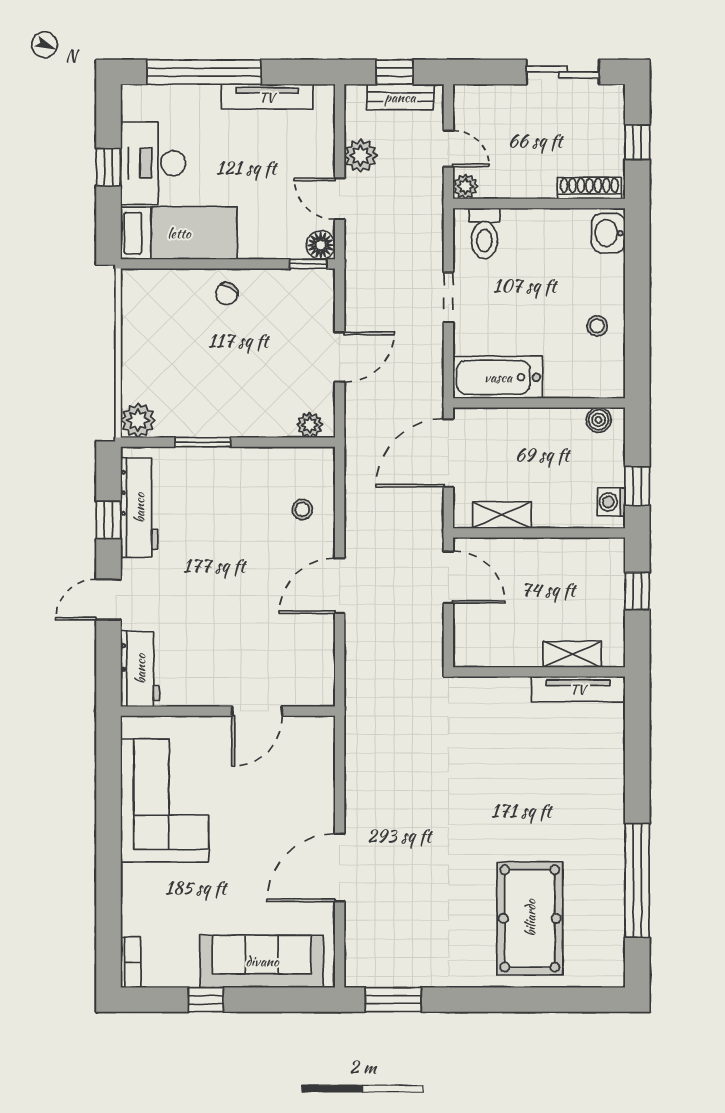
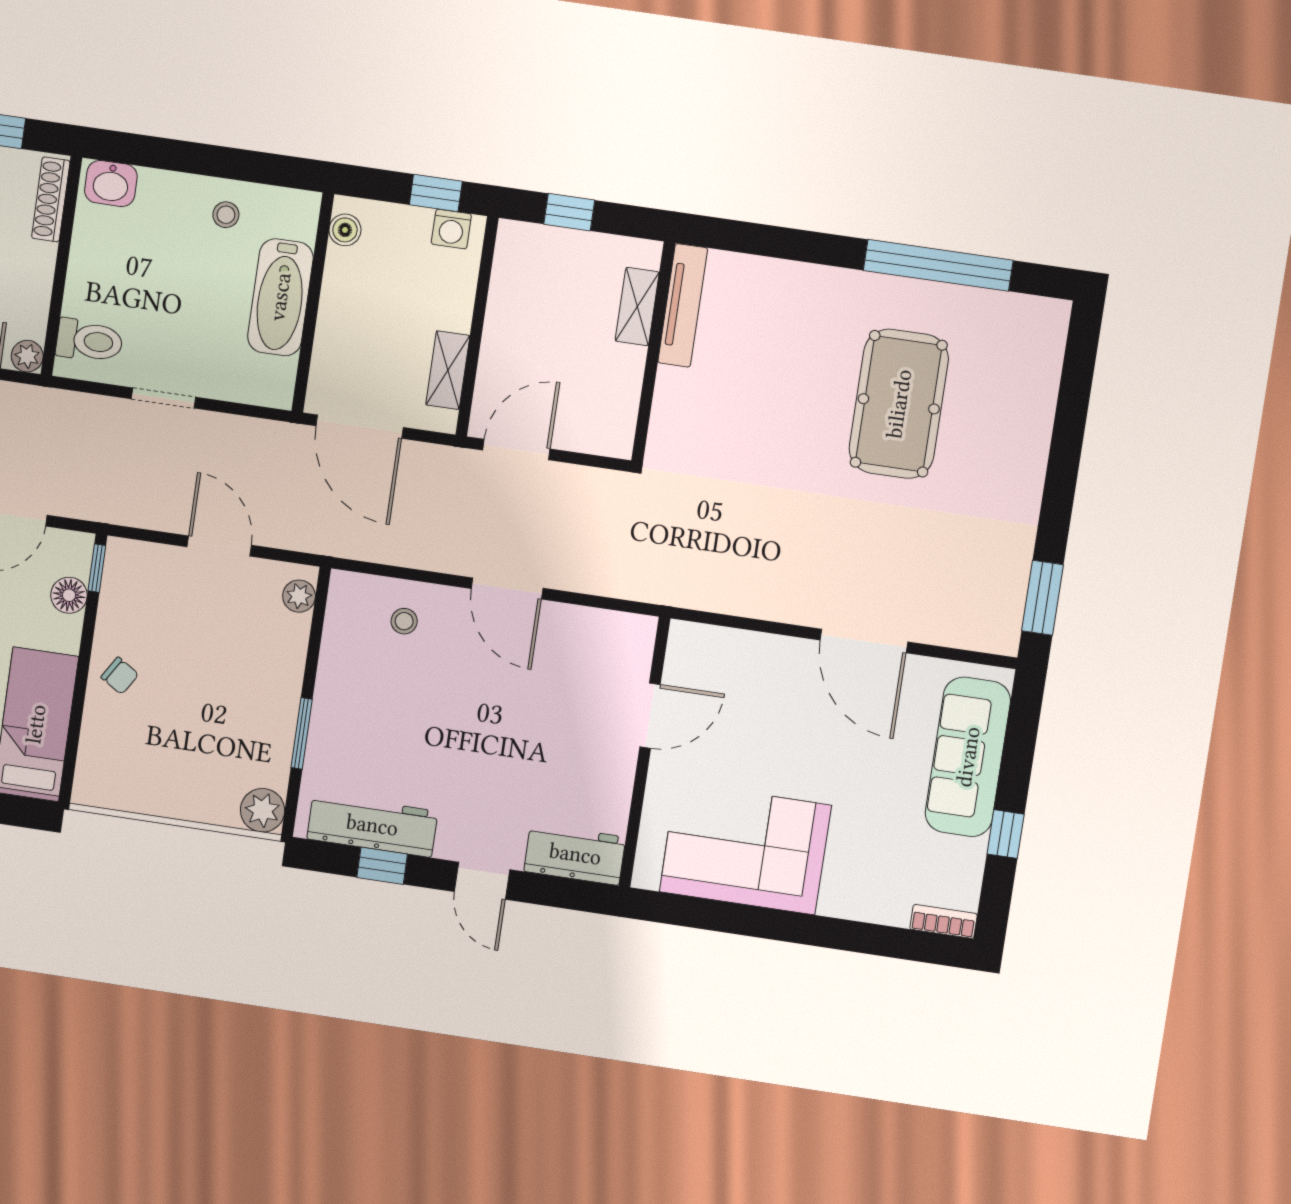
floor lamp: (321, 245) -> (69, 595), moved
bathtub: (498, 377) -> (280, 297), moved
door: (257, 711) -> (650, 716), hinge flipped
pool table: (530, 918) -> (899, 404), moved, turned 90

